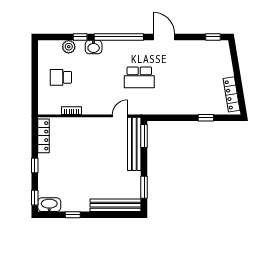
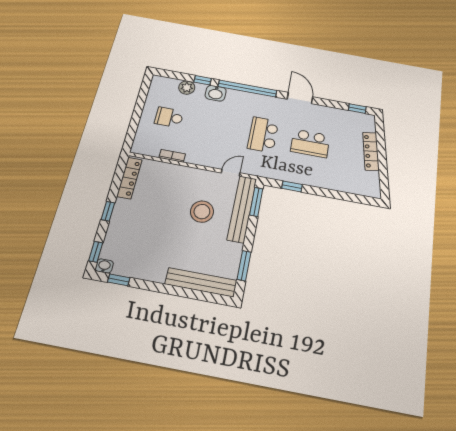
school desk: (139, 77) -> (263, 135), turned 90
school desk: (178, 77) -> (310, 143), added
locker: (232, 94) -> (371, 151), moved
window: (206, 118) -> (292, 186), moved
stool: (105, 152) -> (202, 212), added
washbasin: (49, 205) -> (104, 266), width x0.52, depth x0.69
window: (73, 215) -> (119, 280), moved

